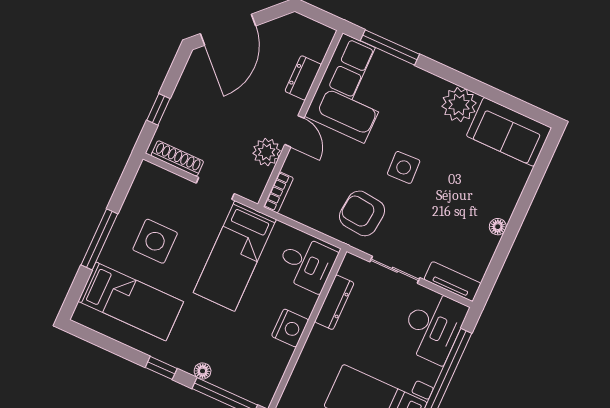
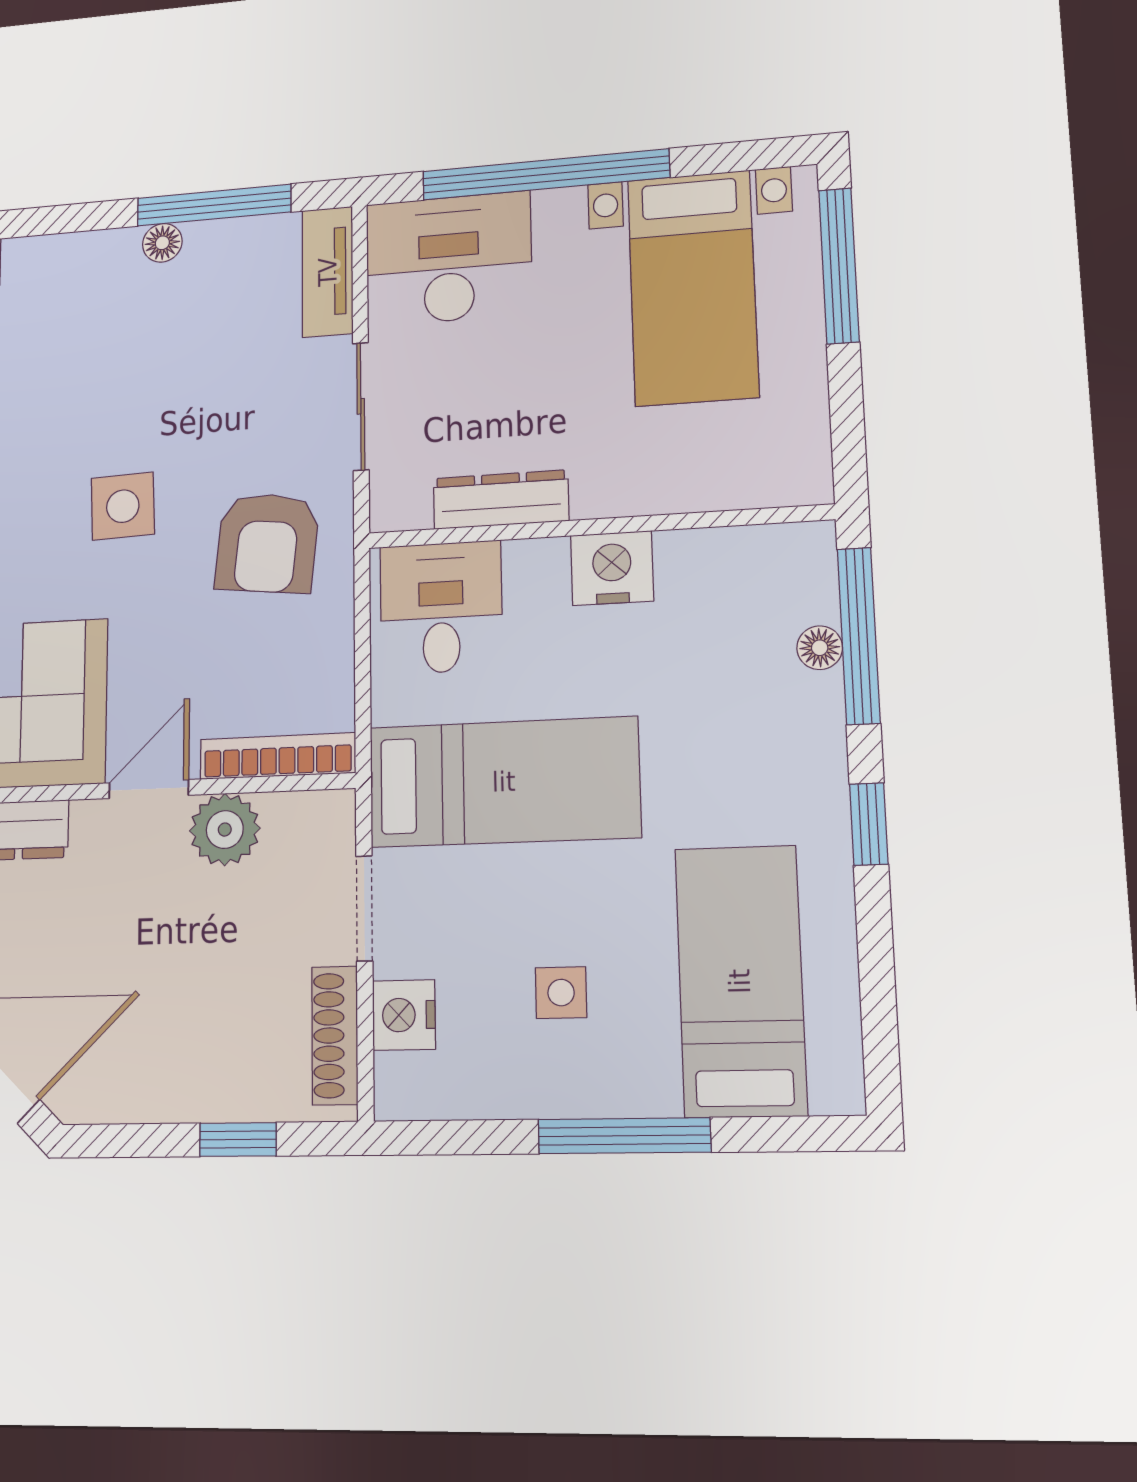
nightstand: (173, 185) -> (404, 1015), added
bookcase: (279, 192) -> (278, 756), width x1.56
side table: (155, 241) -> (561, 993), width x0.54, depth x0.54
window: (502, 252) -> (214, 205), added
floor lamp: (203, 371) -> (820, 648), moved

